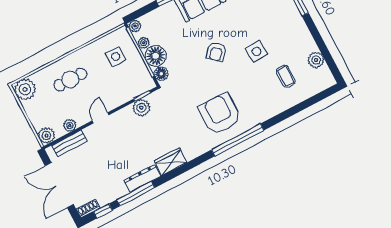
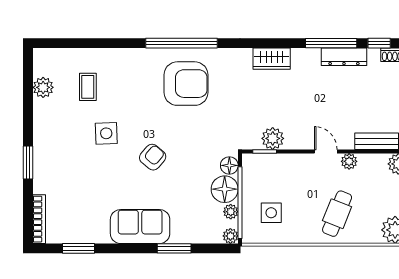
cafe table: (70, 80) -> (337, 214), turned -68
armchair: (220, 114) -> (186, 84), turned -90
door: (100, 118) -> (326, 152), swing flipped
plant: (70, 125) -> (349, 161), moved
dresser: (142, 178) -> (344, 57), moved

